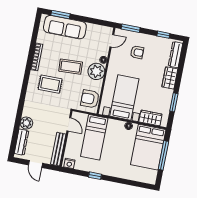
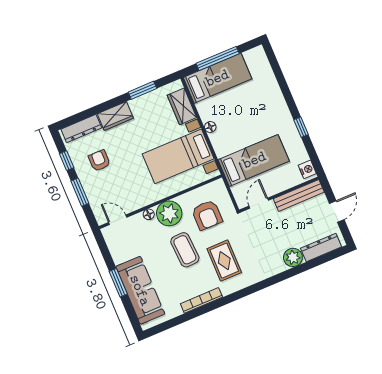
window: (61, 15) -> (118, 283), moved
window: (131, 28) -> (80, 192), moved
armchair: (137, 52) -> (99, 161), moved
armchair: (90, 99) -> (207, 215), moved
bed: (148, 147) -> (217, 78), width x0.67

